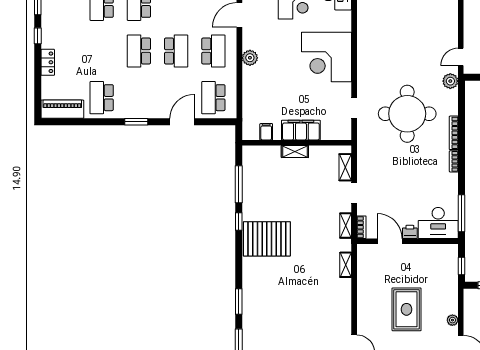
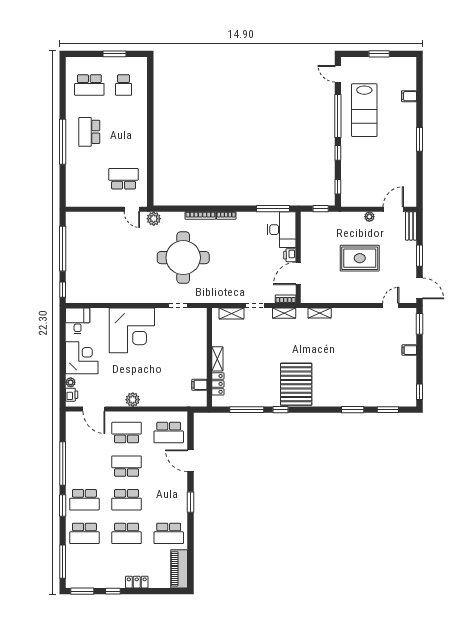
school desk: (102, 51) -> (127, 533), added
filing cabinet: (301, 130) -> (198, 354), removed
locker: (267, 152) -> (218, 384), added

